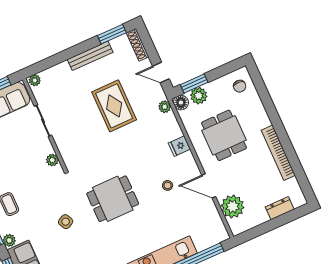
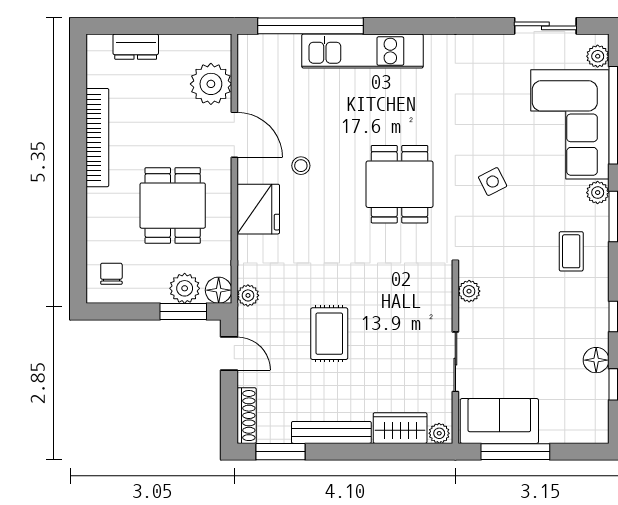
wardrobe: (56, 74) -> (400, 428), added
rug: (114, 106) -> (329, 334), width x0.73, depth x0.70
fridge: (179, 146) -> (258, 209), width x1.88, depth x1.34
dining table: (113, 199) -> (400, 184), turned 90

